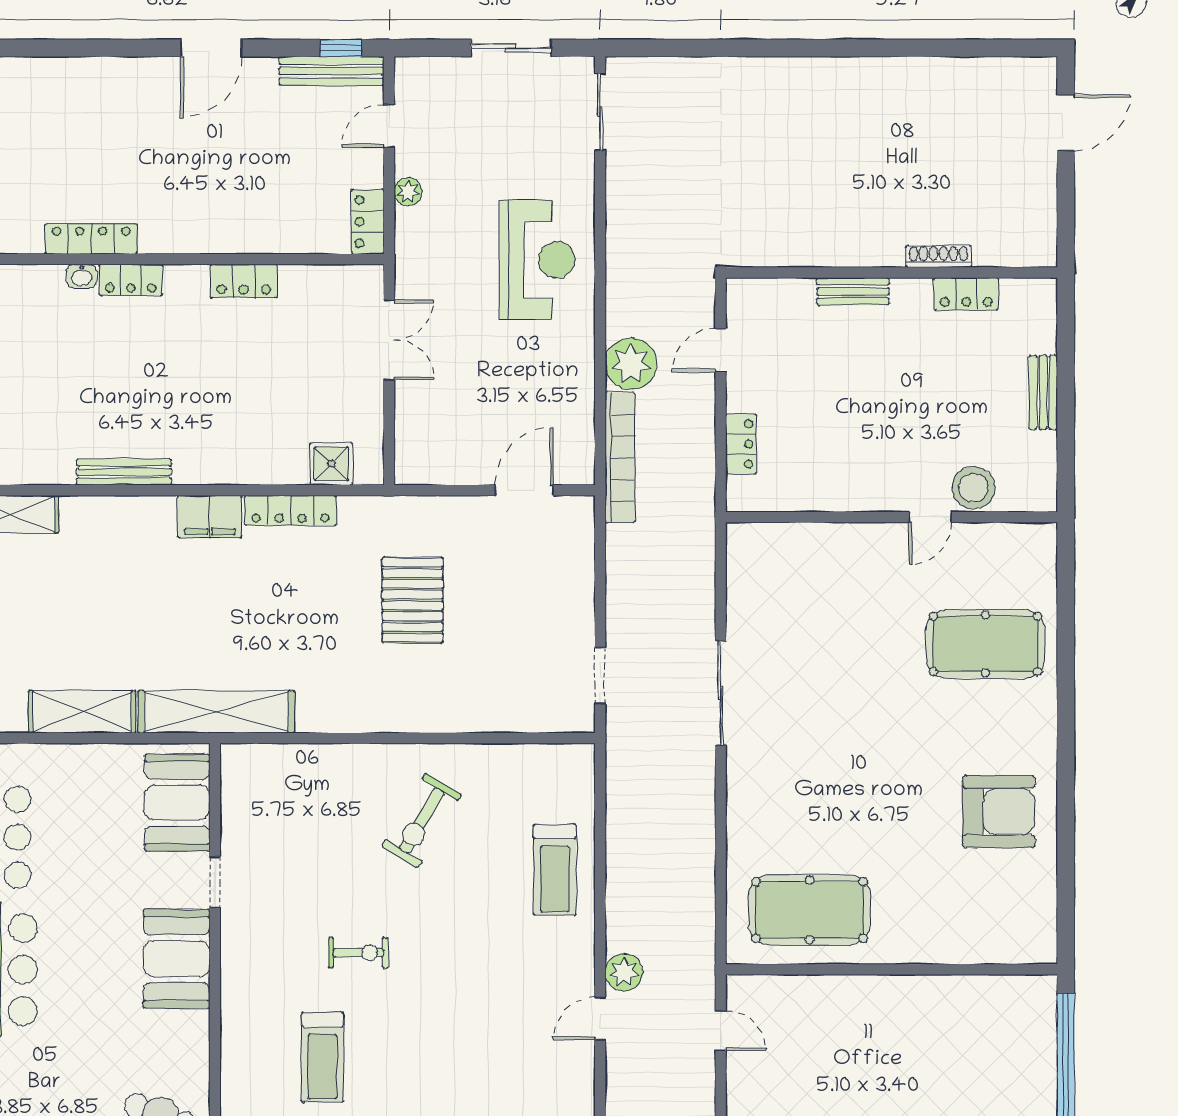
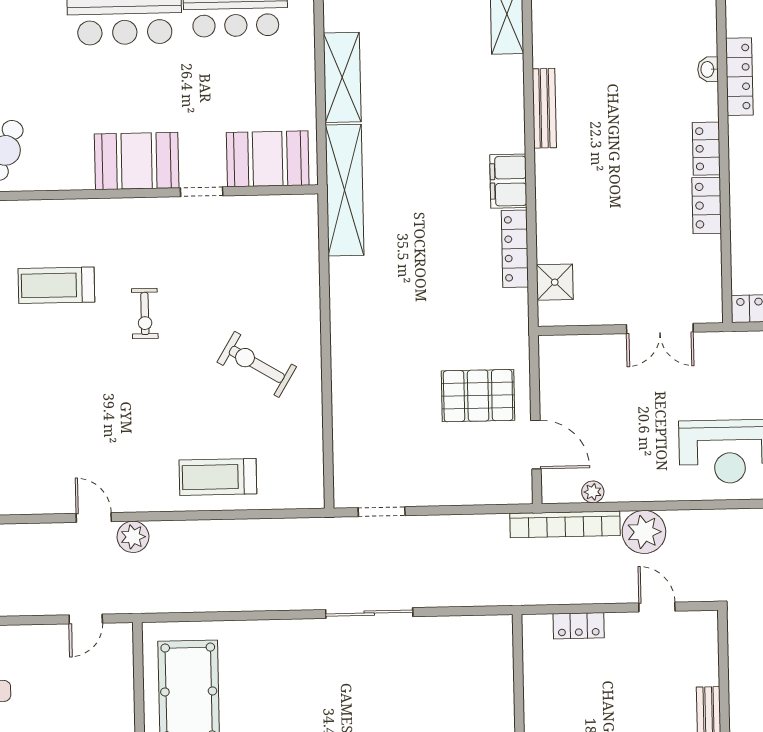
locker: (131, 280) -> (706, 149), moved
plant: (582, 424) -> (593, 492), added
pallet: (413, 600) -> (478, 396), moved

